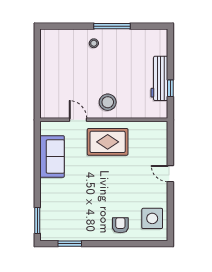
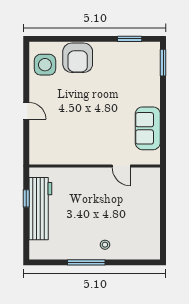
workbench: (159, 78) -> (40, 209), width x1.36, depth x1.32
stool: (108, 102) -> (91, 184), removed
rug: (108, 142) -> (91, 143), removed
armchair: (120, 225) -> (78, 58), width x1.88, depth x1.88

